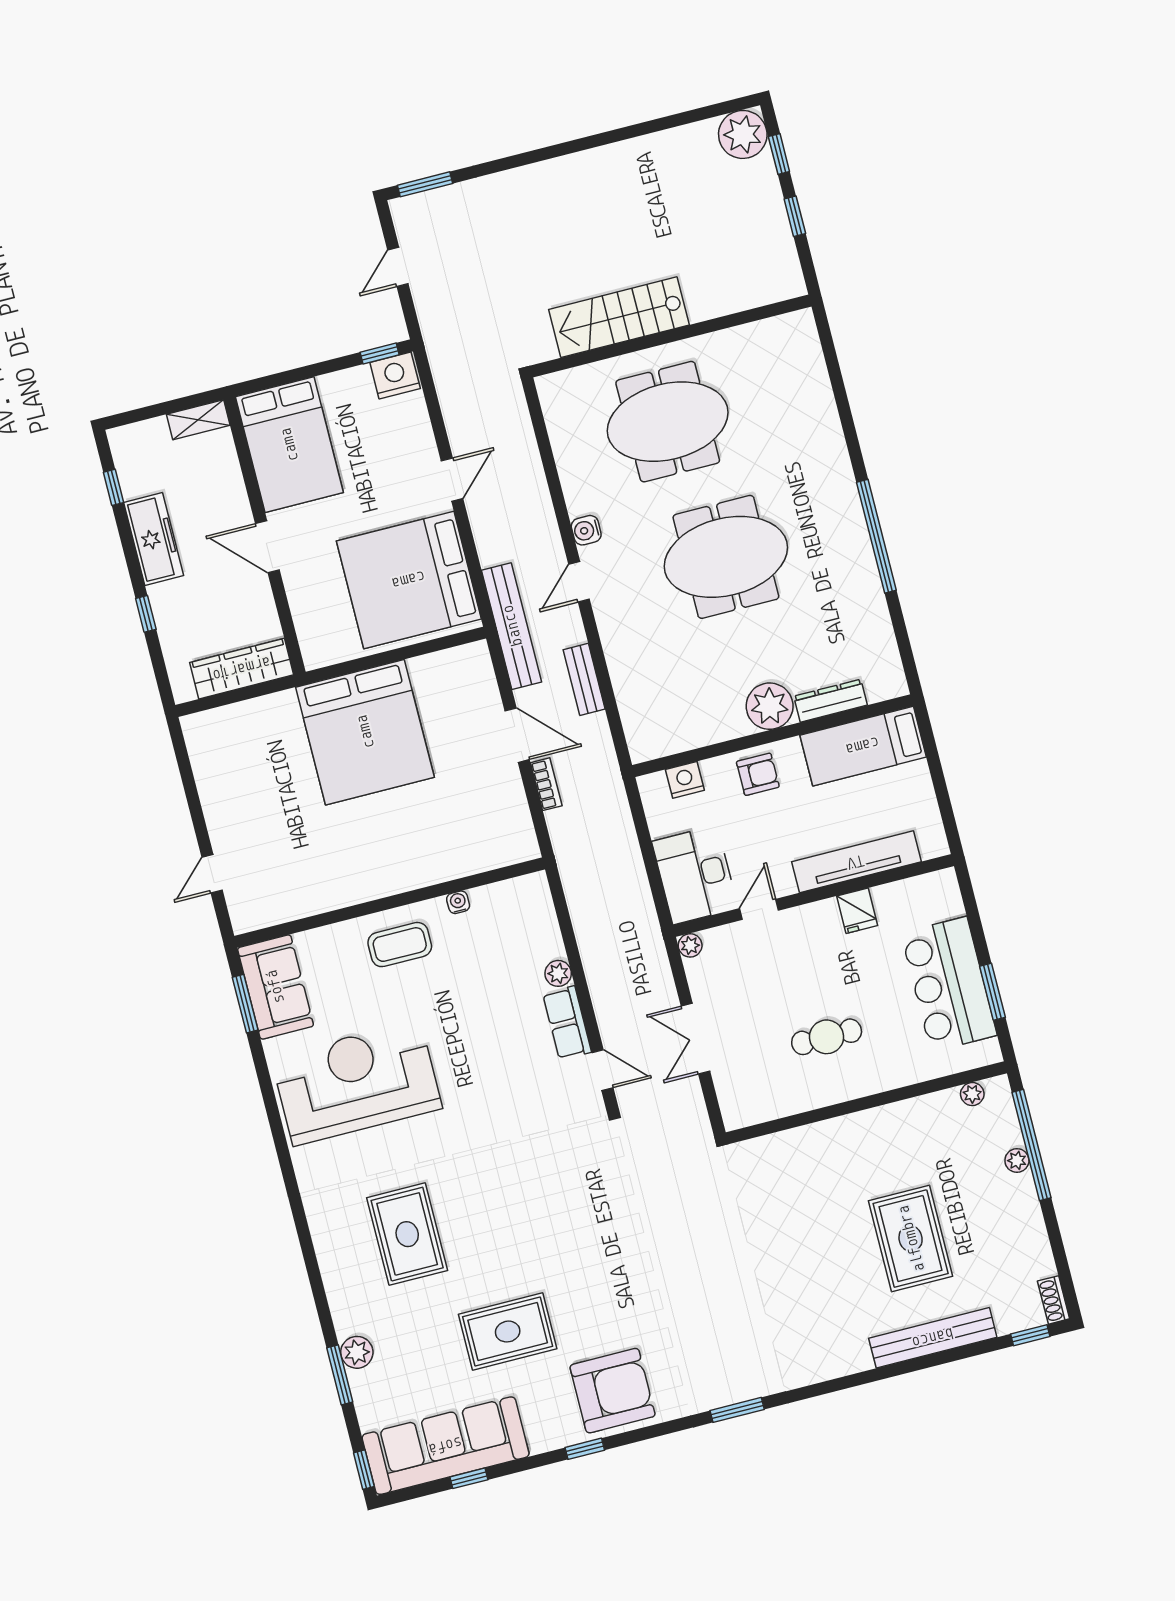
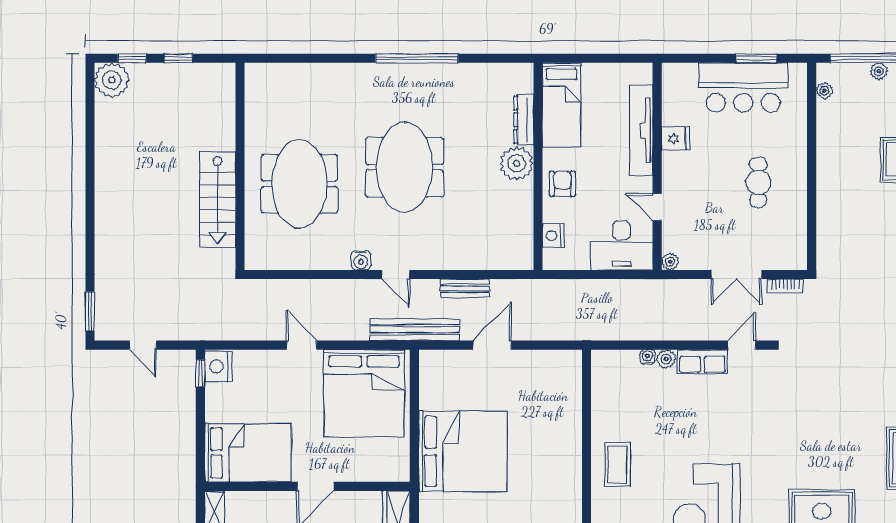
bookcase: (546, 784) -> (785, 286), moved, turned 180
water cooler: (458, 902) -> (647, 357), moved, turned 90

